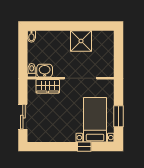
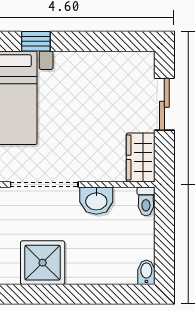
washbasin: (45, 71) -> (96, 201), moved
wardrobe: (48, 86) -> (141, 157), moved, turned -90

